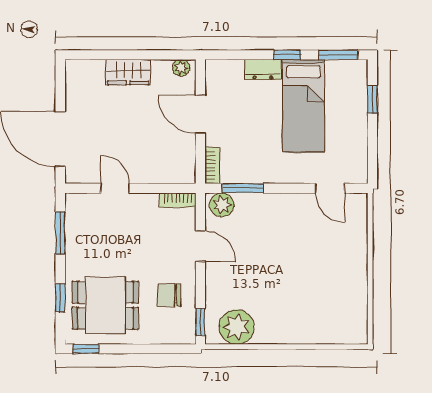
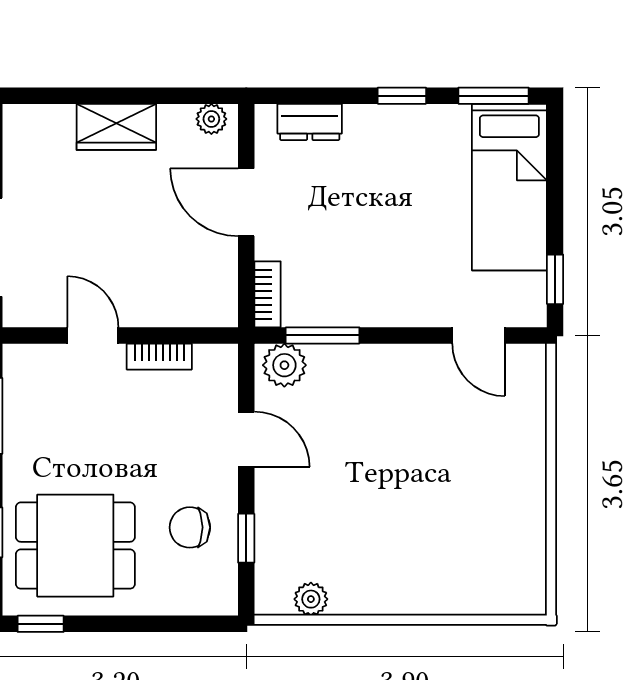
dresser: (263, 69) -> (310, 122), moved
window: (372, 99) -> (555, 279), moved
bed: (303, 106) -> (509, 187), moved
bookcase: (178, 200) -> (159, 357), moved
window: (200, 322) -> (246, 538), moved
plant: (236, 327) -> (311, 599), width x0.53, depth x0.53

